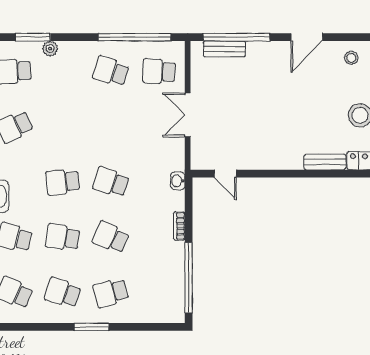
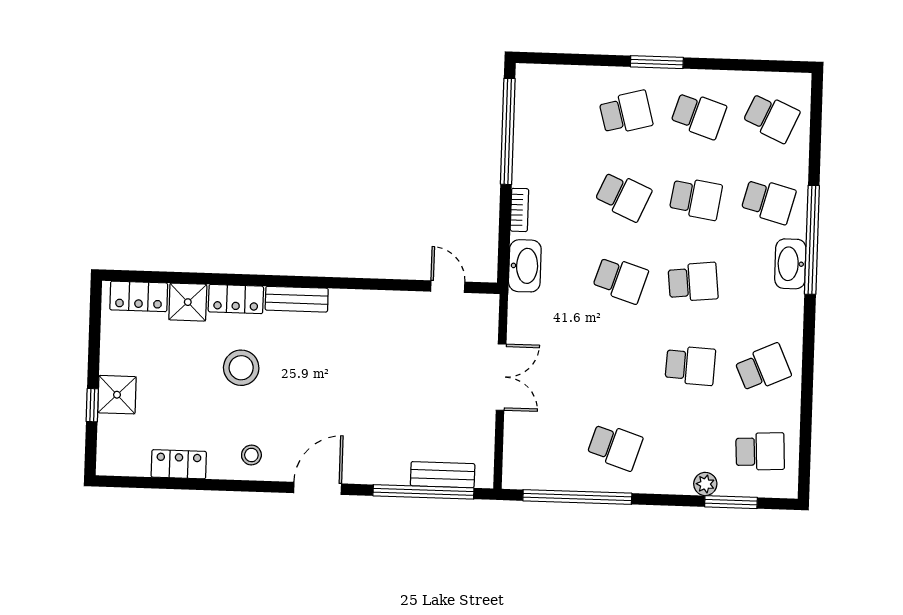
school desk: (159, 71) -> (690, 366), moved
washbasin: (178, 181) -> (525, 266), width x1.91, depth x1.45

